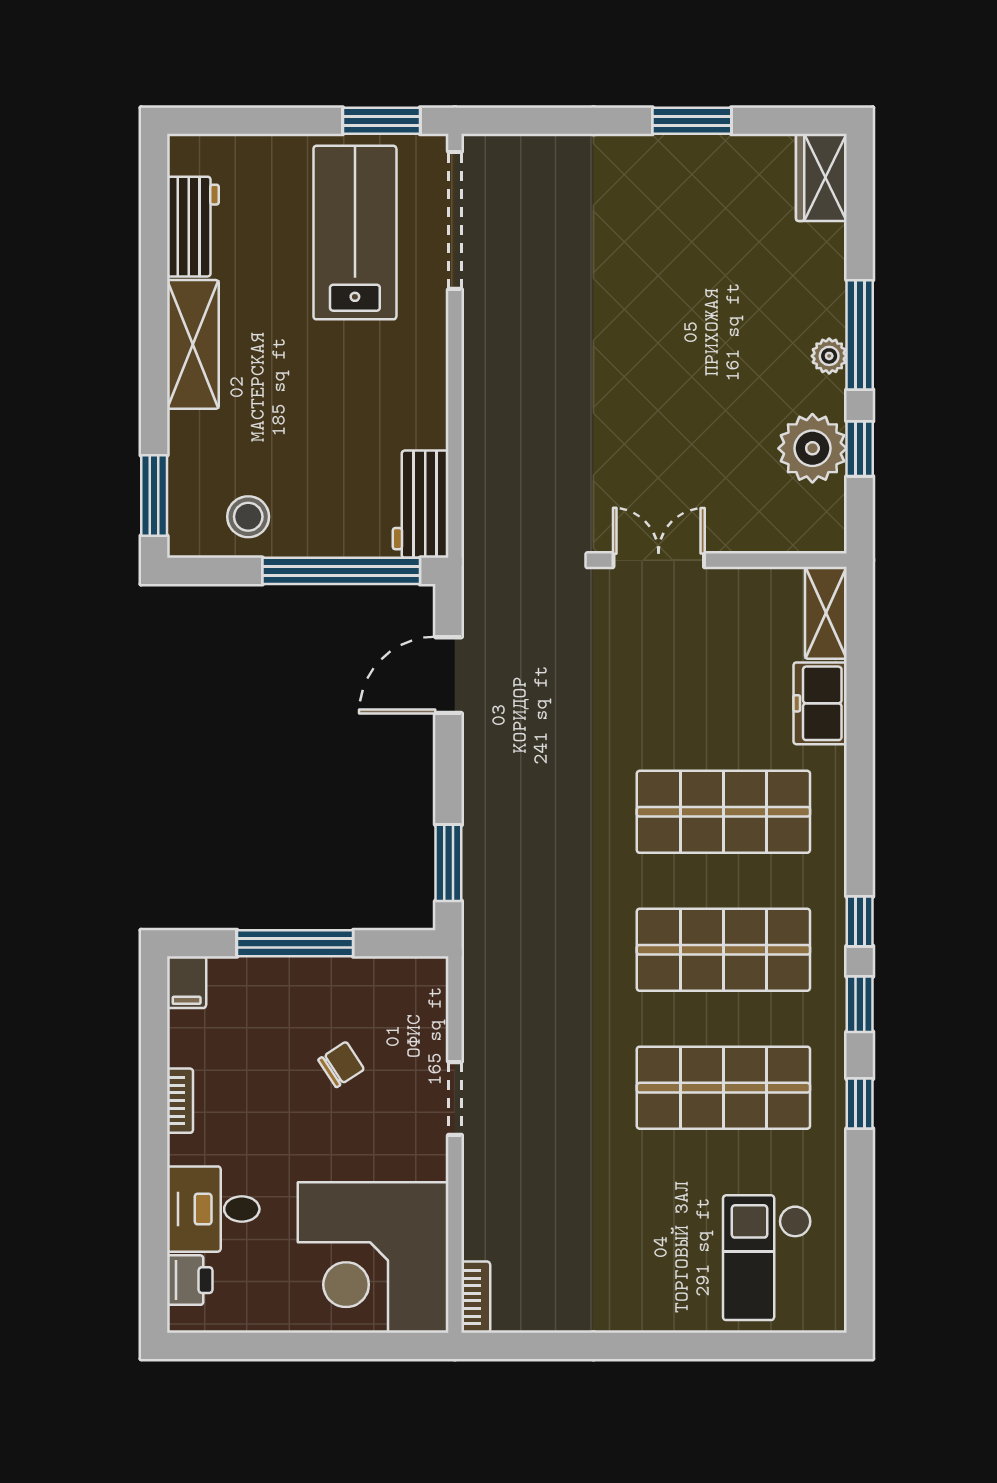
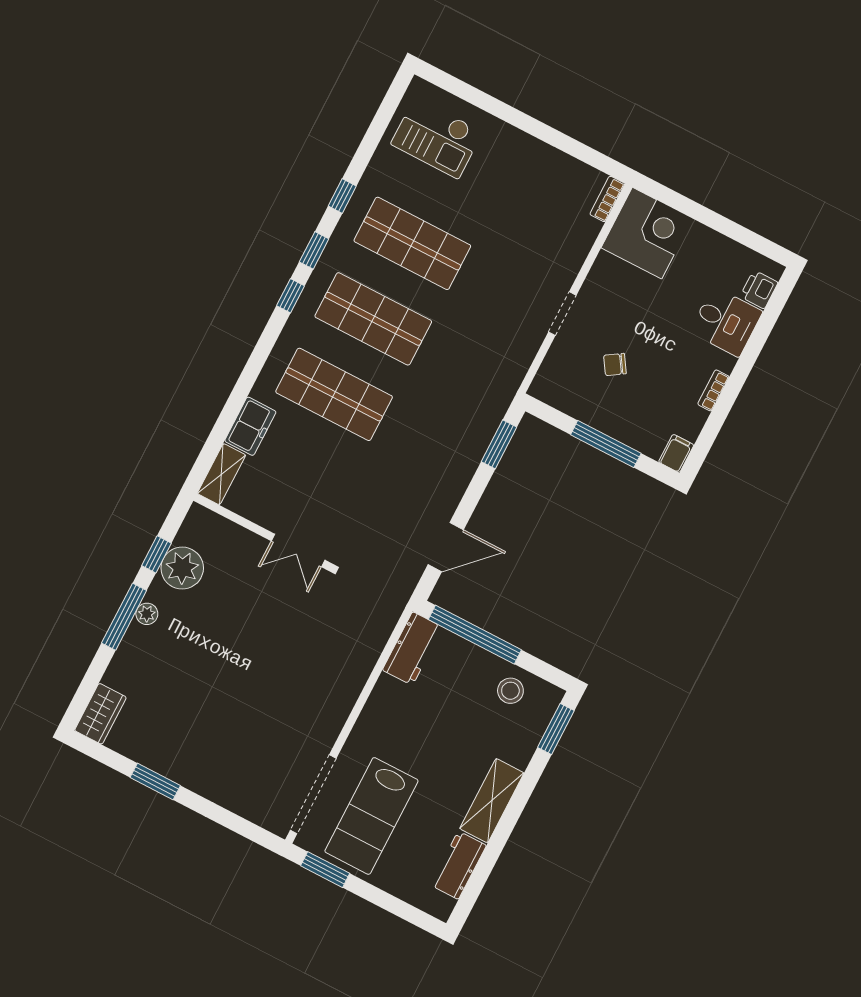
corner desk: (373, 1258) -> (647, 233), width x0.74, depth x0.74
checkout: (767, 1258) -> (437, 138), turned 90

